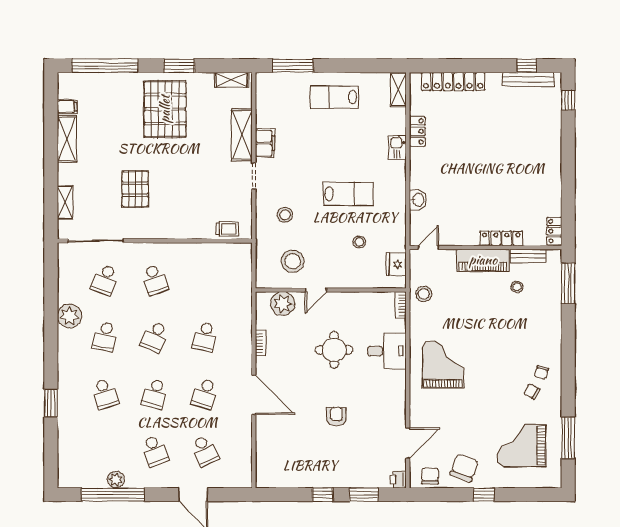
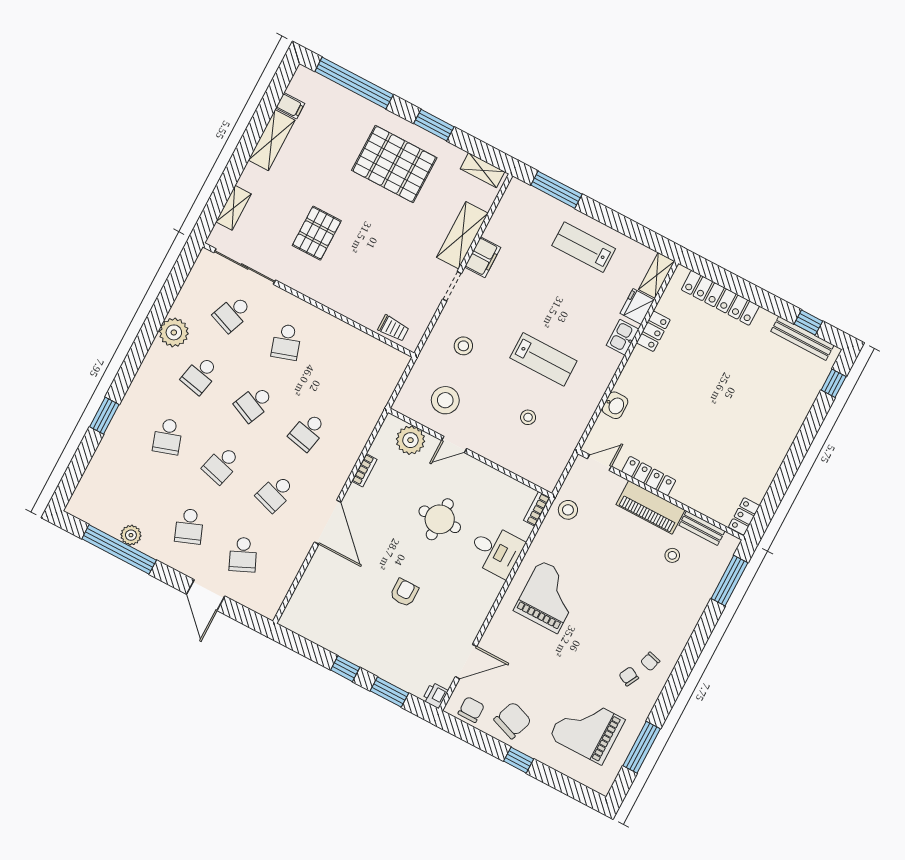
pallet: (165, 109) -> (394, 164), turned 90
locker: (501, 238) -> (649, 476), moved
fridge: (396, 264) -> (637, 307), moved

